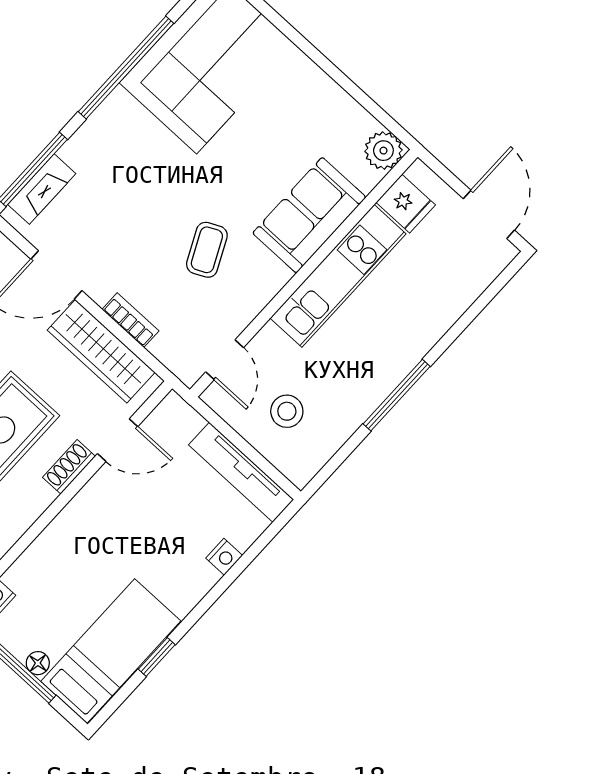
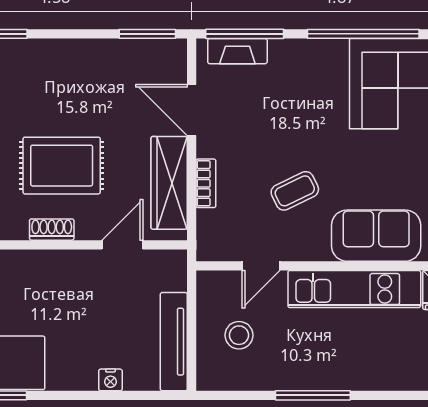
door: (225, 360) -> (261, 266), moved
door: (118, 440) -> (122, 245), swing flipped
shoe rack: (69, 467) -> (52, 230), moved

